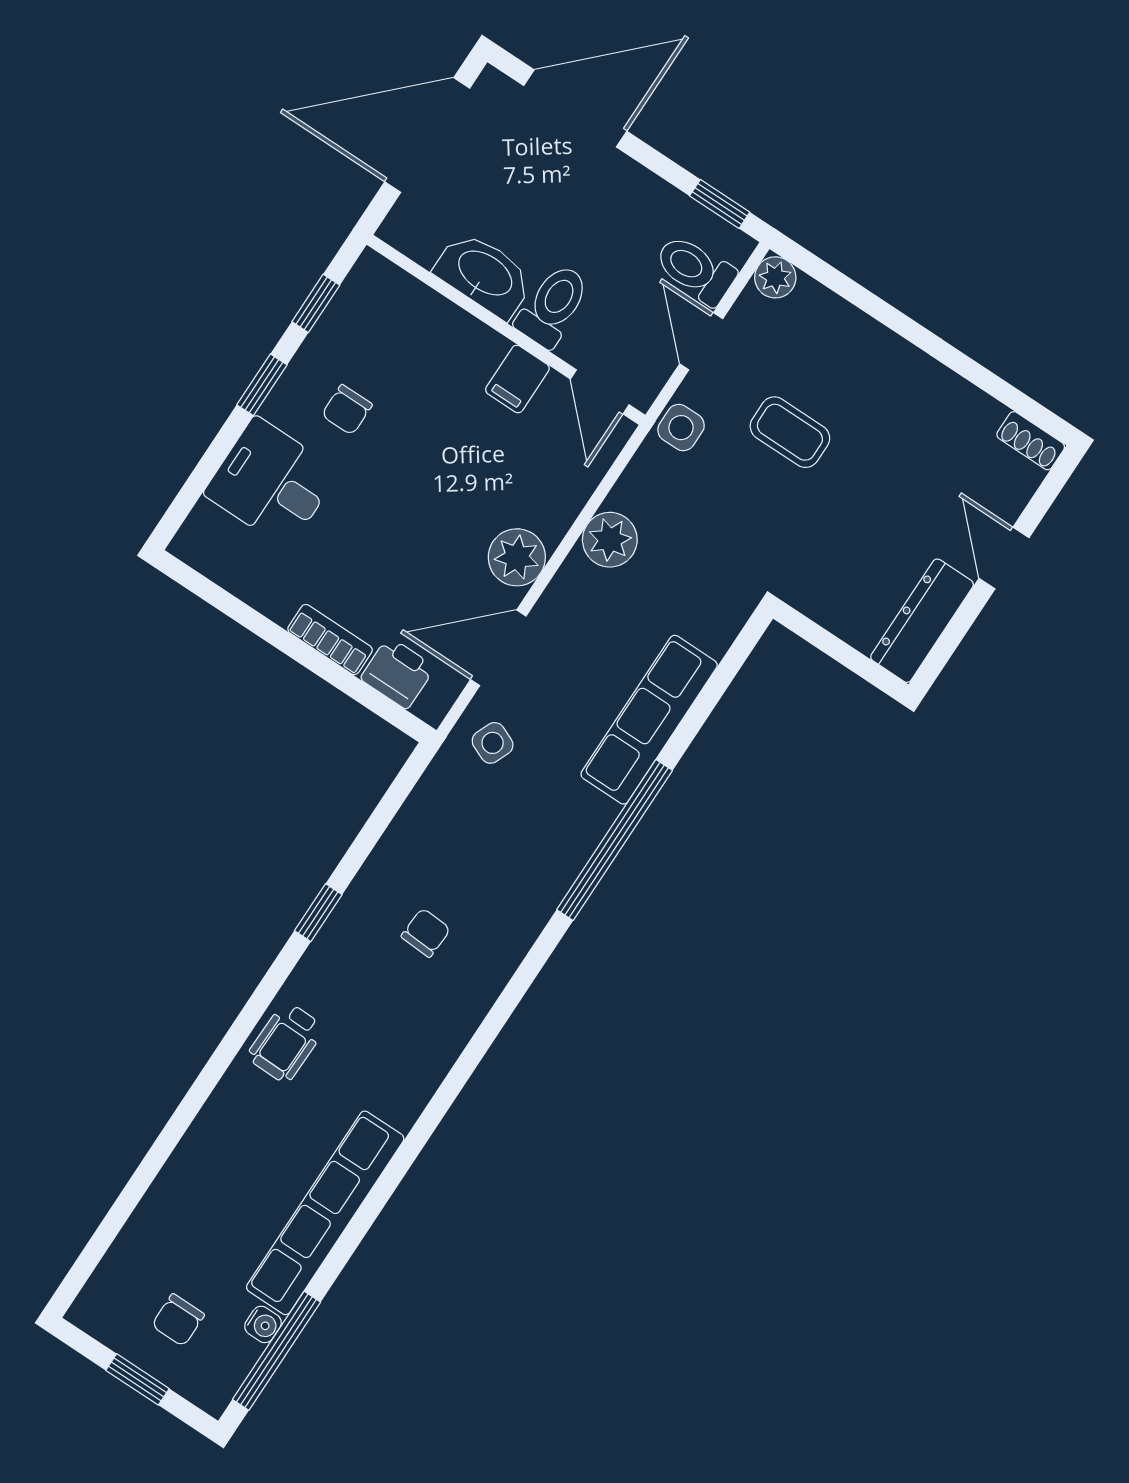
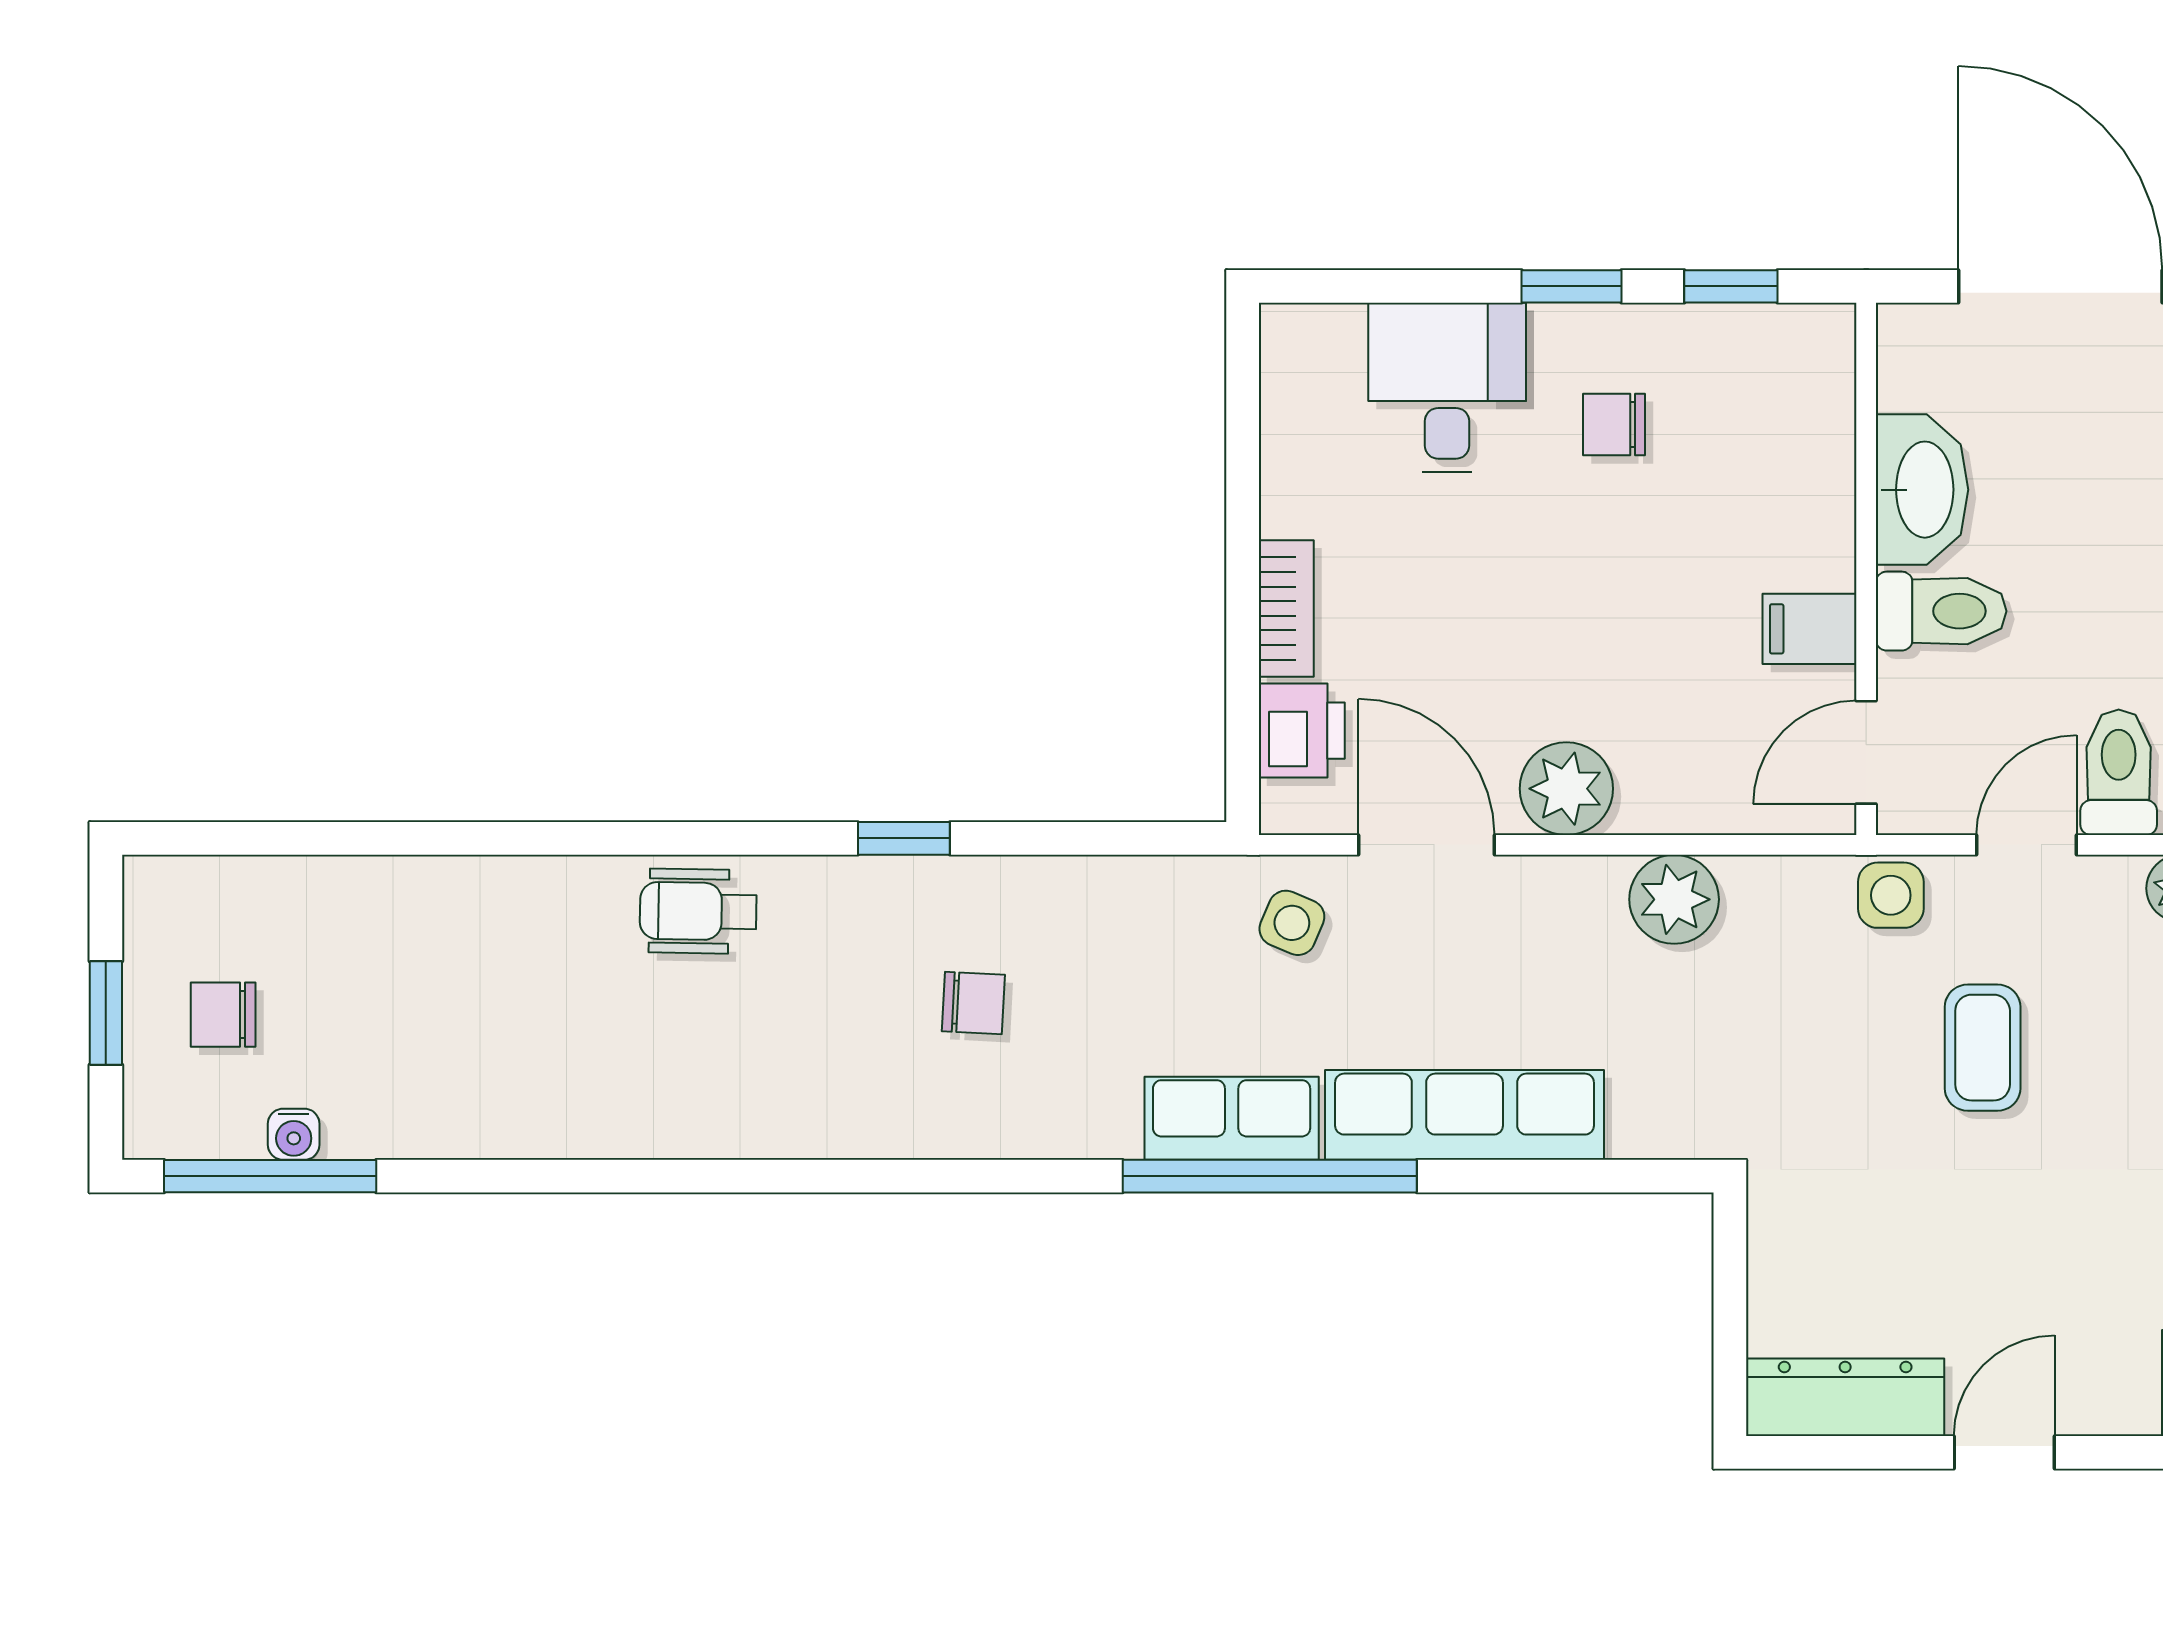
row of seats: (325, 1213) -> (1232, 1118), moved, width x0.50

